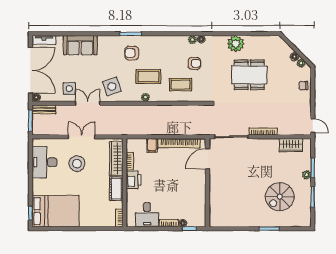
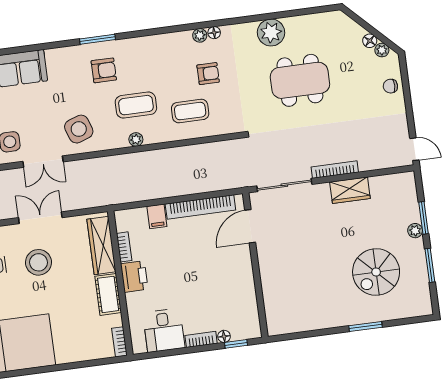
armchair: (132, 53) -> (104, 70), turned 180
double door: (88, 103) -> (43, 162), swing flipped
wardrobe: (291, 145) -> (350, 190), moved

